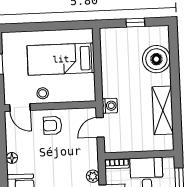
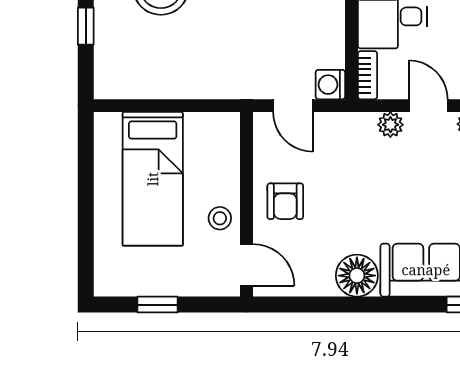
washing machine: (110, 106) -> (330, 85), moved, turned -90
door: (20, 108) -> (246, 265), hinge flipped
floor lamp: (12, 158) -> (357, 276), width x1.89, depth x1.89

